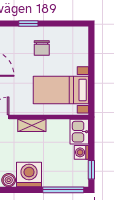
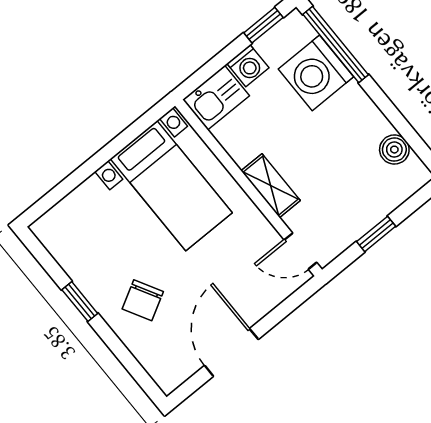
window: (28, 23) -> (80, 302), moved
chair: (42, 48) -> (143, 300), moved, turned 151
washing machine: (29, 175) -> (316, 73), moved

